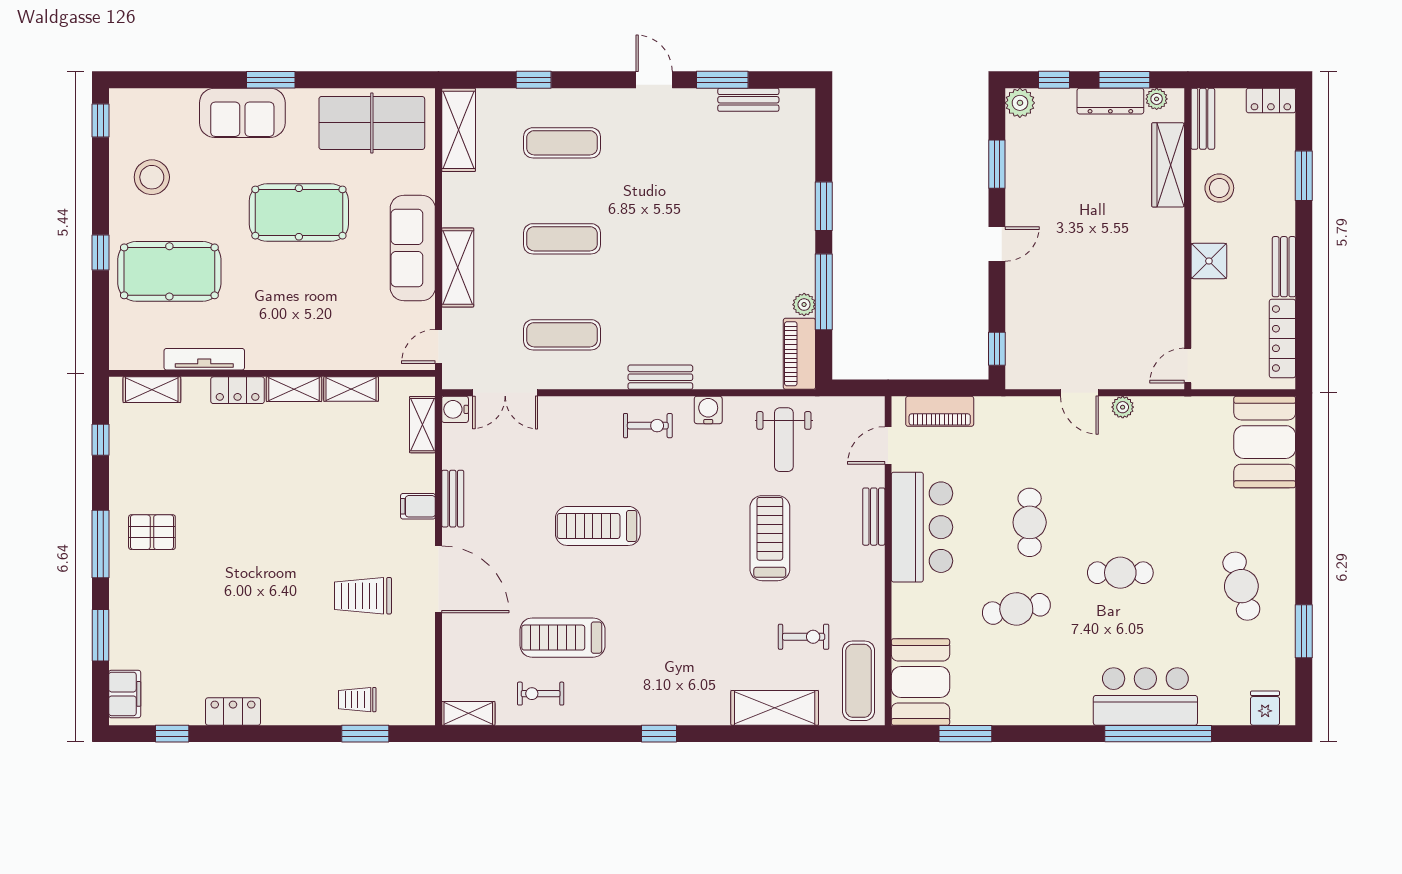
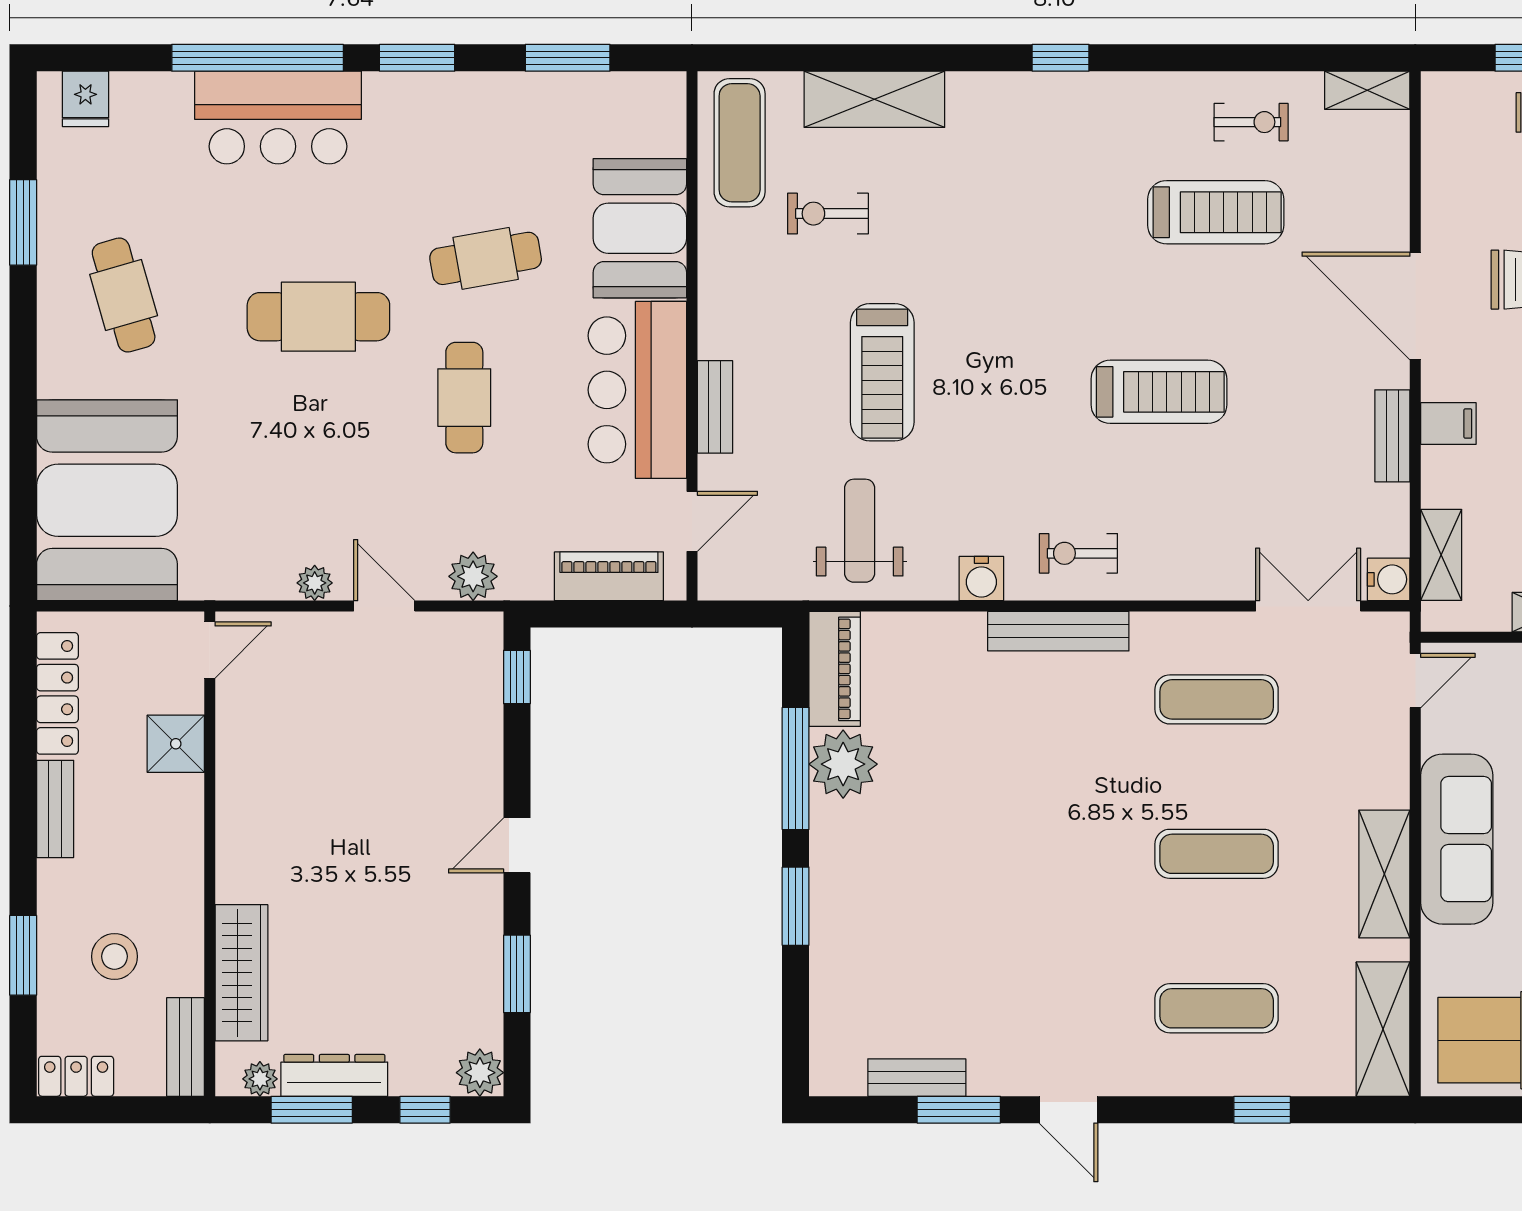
stool: (1219, 188) -> (114, 956), moved
shower: (1209, 261) -> (176, 744), moved
shelving: (458, 268) -> (1384, 874), moved
plant: (804, 305) -> (843, 764), width x1.87, depth x1.87
bench: (660, 377) -> (1058, 631), width x1.36
plant: (1024, 411) -> (473, 576), added
booth: (1265, 442) -> (107, 500), width x1.36, depth x1.42
cafe table: (1120, 573) -> (318, 317), width x1.37, depth x1.35
booth: (920, 682) -> (640, 228), moved
window: (1059, 734) -> (417, 58), added

